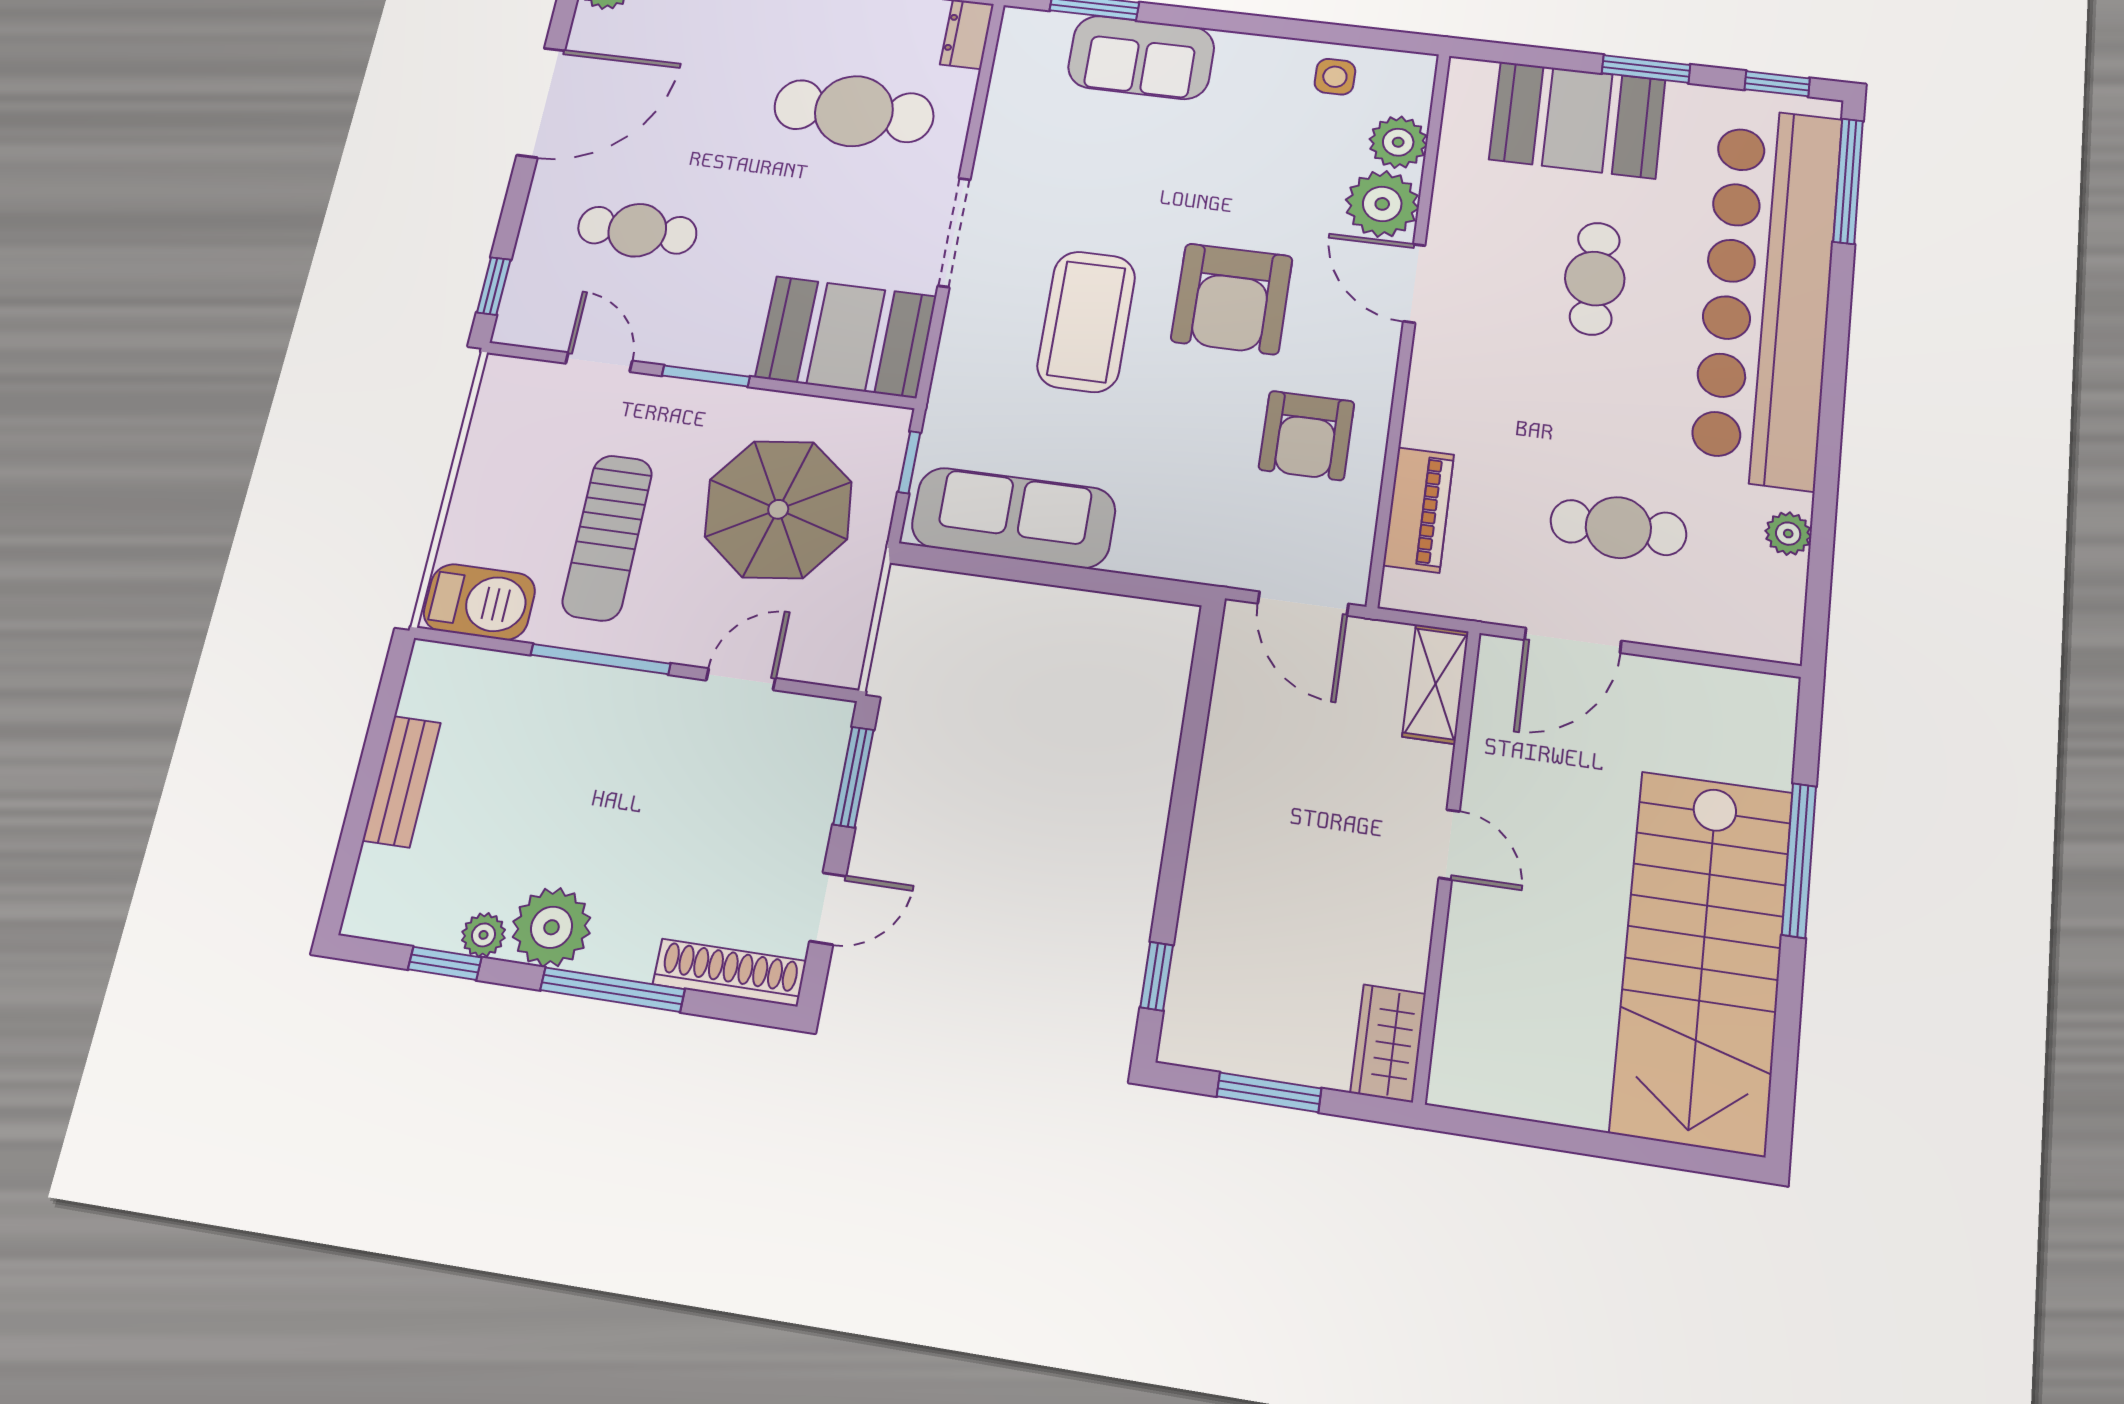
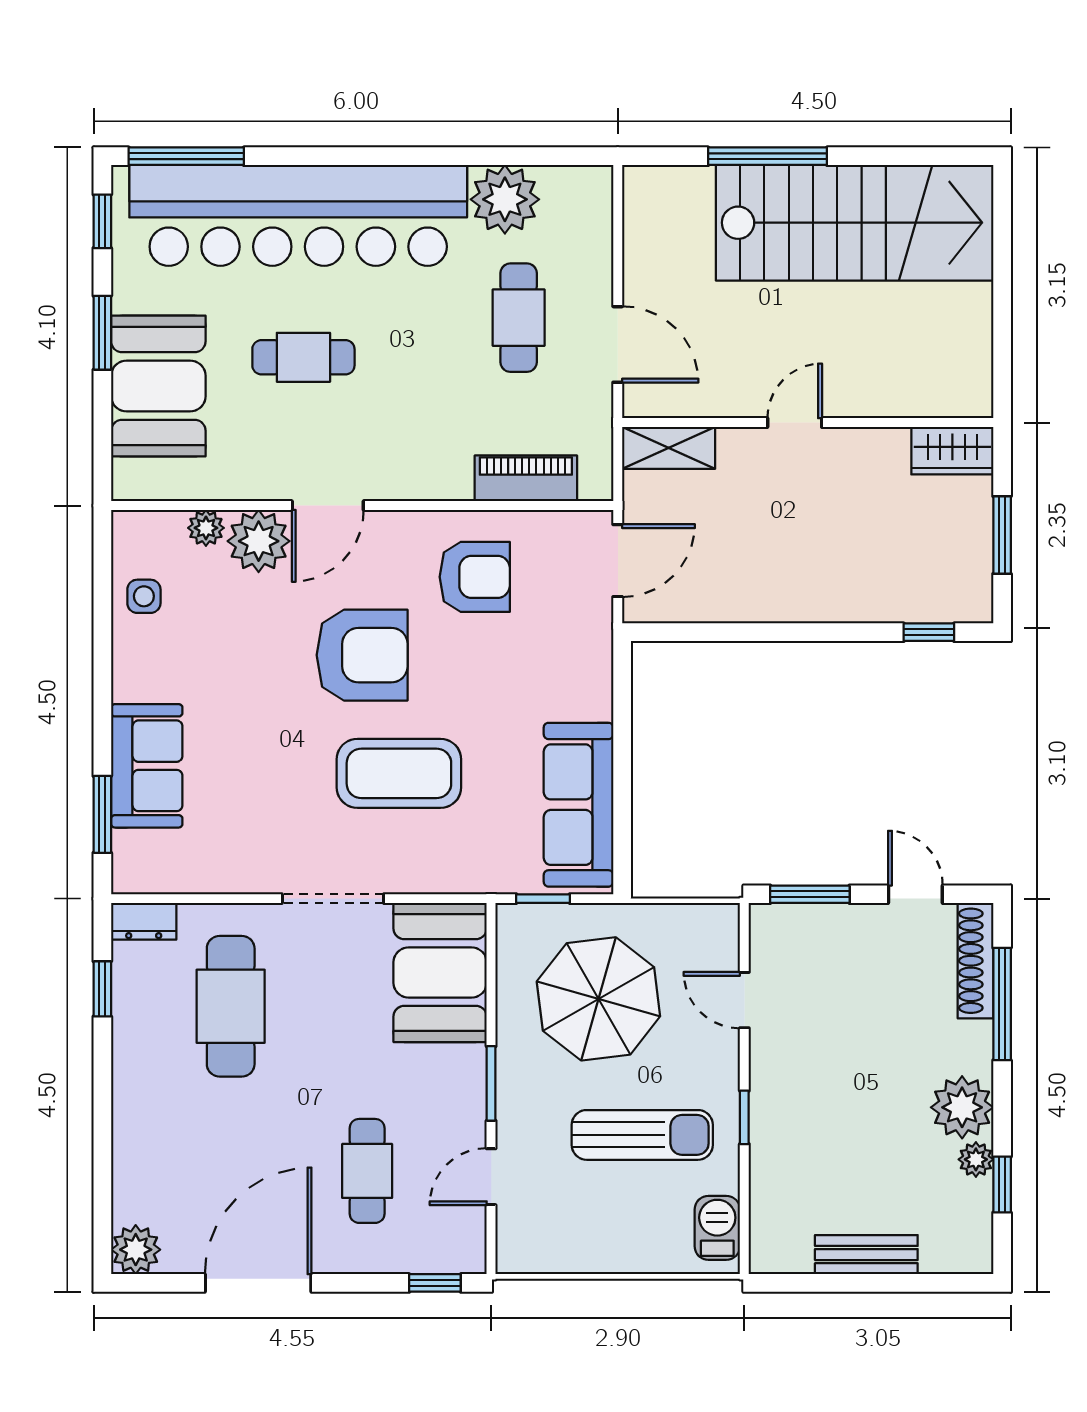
door: (541, 103) -> (258, 1283), hinge flipped
plant: (1398, 142) -> (206, 528), width x0.73, depth x0.73
plant: (1788, 534) -> (505, 199), width x1.88, depth x1.88
barbecue: (479, 602) -> (717, 1228), width x0.73, depth x0.79
window: (601, 659) -> (744, 1117), width x0.46
window: (612, 990) -> (1002, 1004), moved

